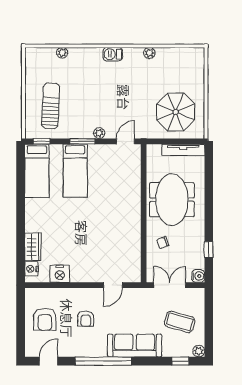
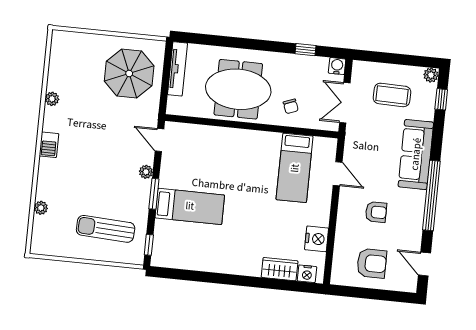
bed: (37, 171) -> (295, 168), moved, turned 90
coffee table: (180, 322) -> (392, 95), turned 75

